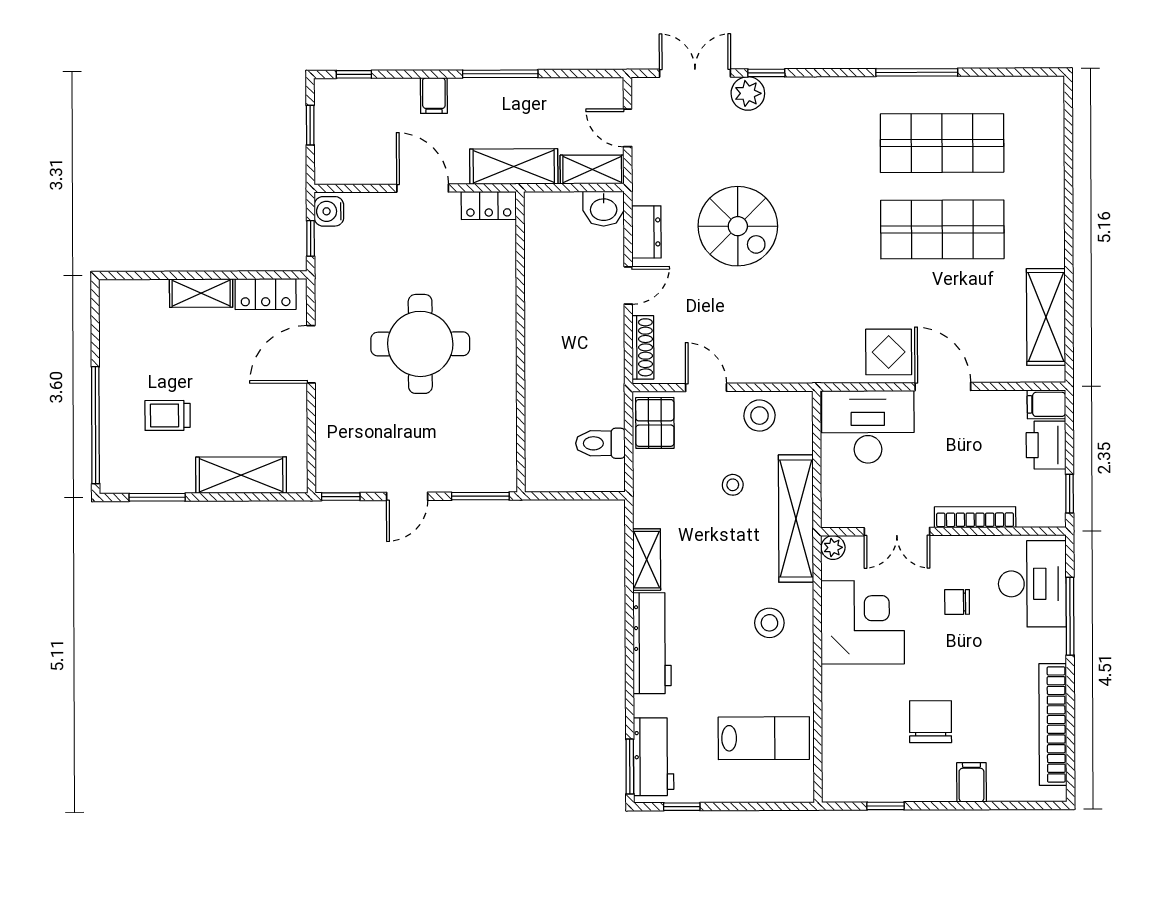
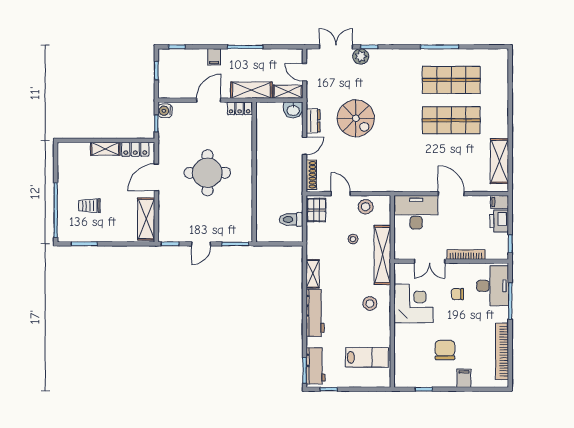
door: (423, 188) -> (209, 100), hinge flipped
display table: (889, 352) -> (426, 177), removed
shelving: (241, 475) -> (146, 219), moved, turned 90
plant: (833, 548) -> (400, 268), removed

